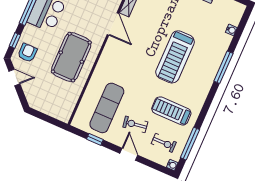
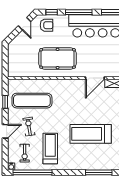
window: (190, 144) -> (32, 172), width x1.46

